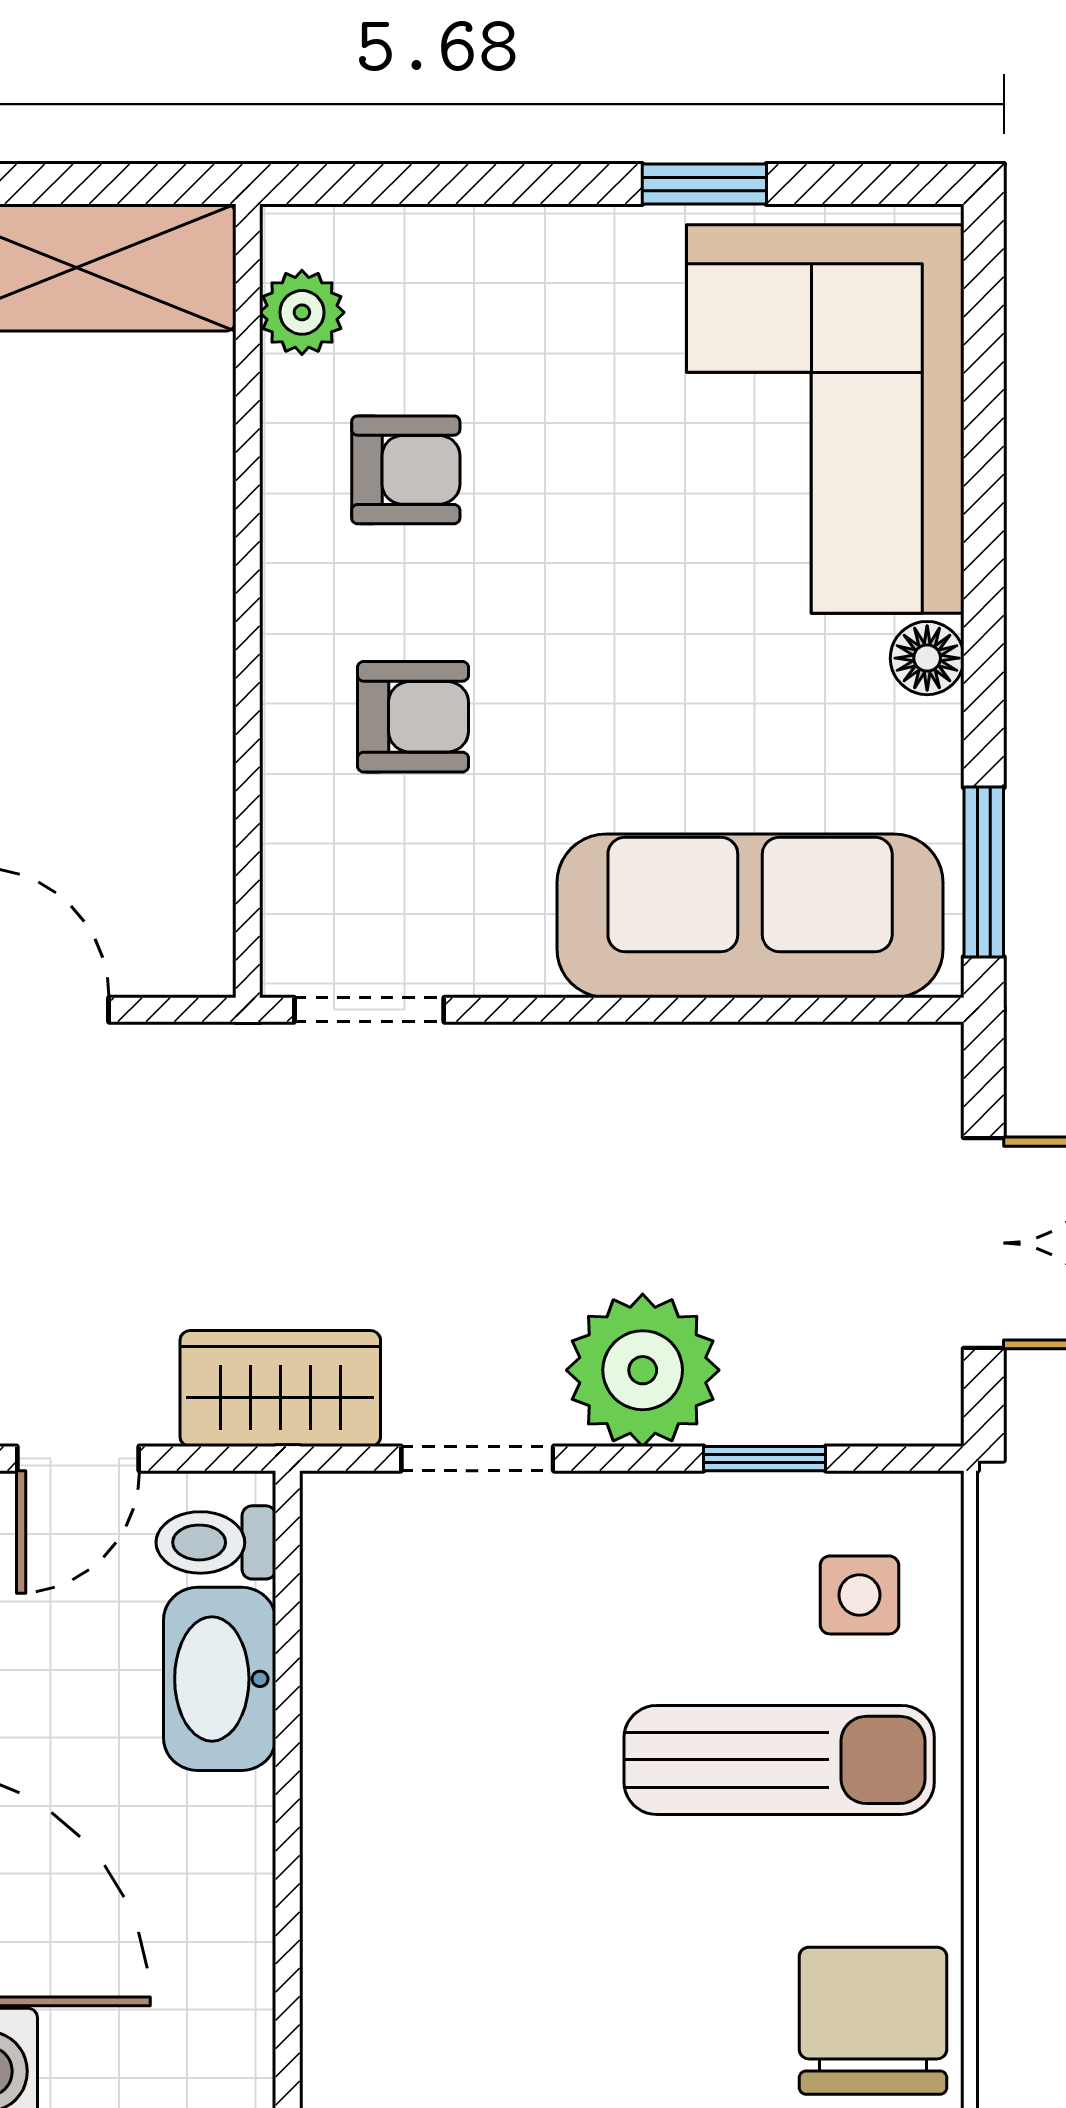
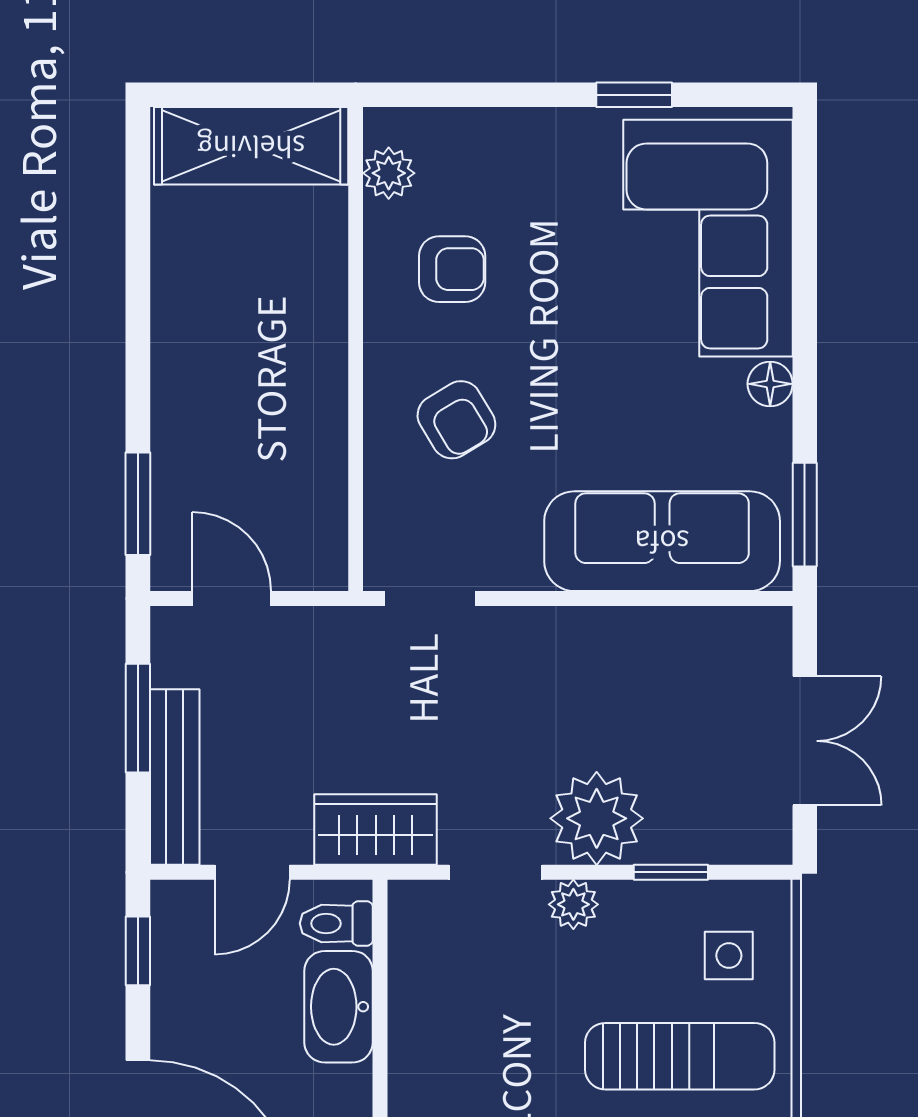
armchair: (413, 717) -> (456, 420), turned 59
plant: (605, 1511) -> (573, 904), added

